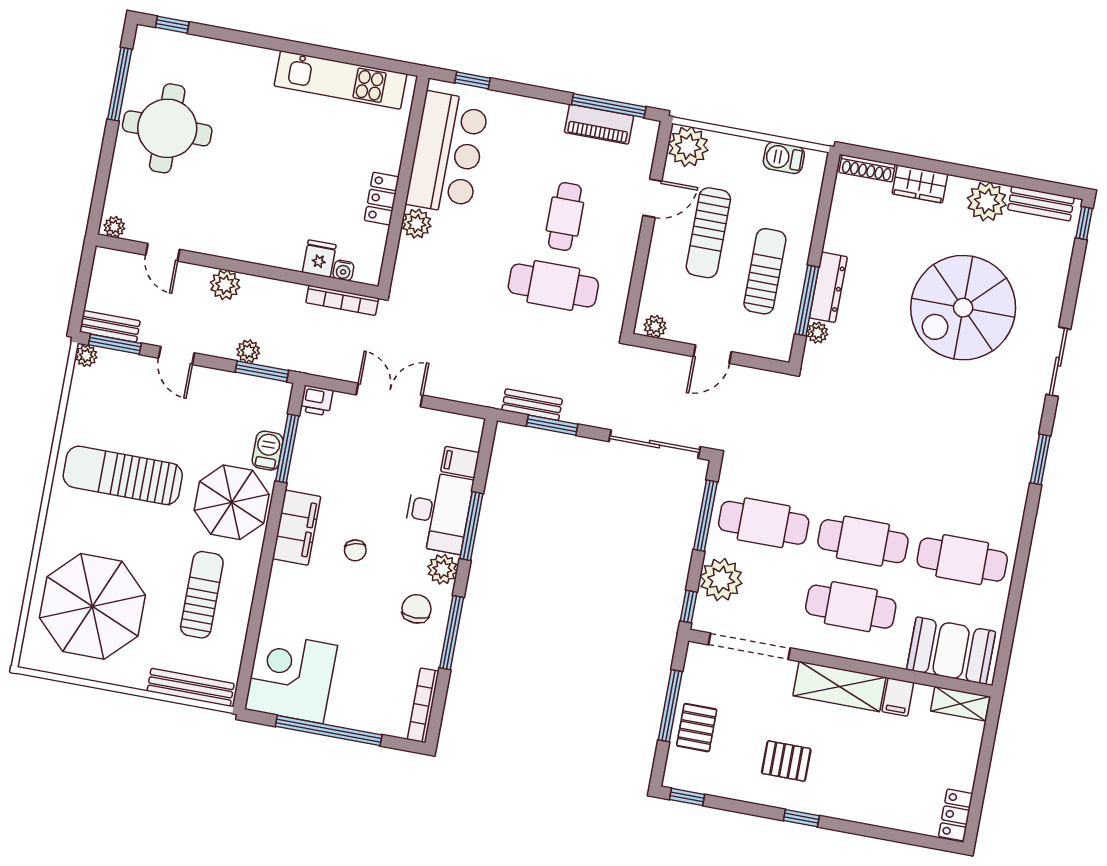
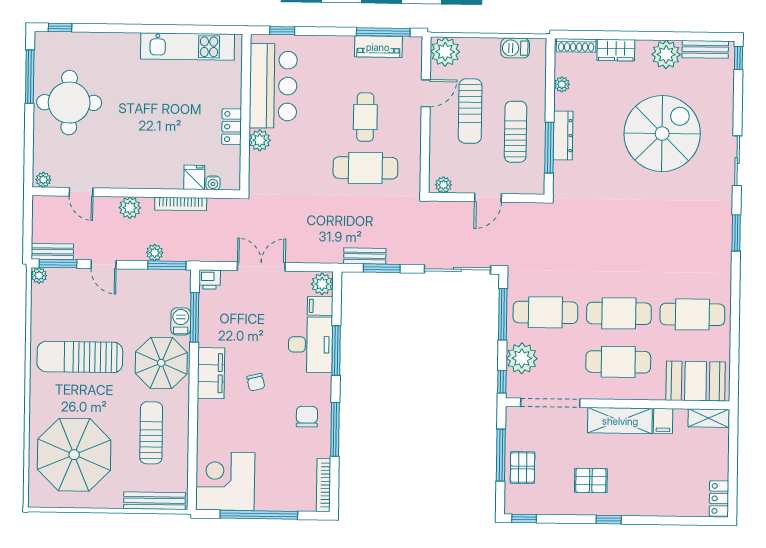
bookcase: (342, 300) -> (181, 204), moved
spiral stairs: (963, 308) -> (662, 134), turned 180
plant: (817, 333) -> (562, 84), moved
plant: (442, 569) -> (322, 284), moved

